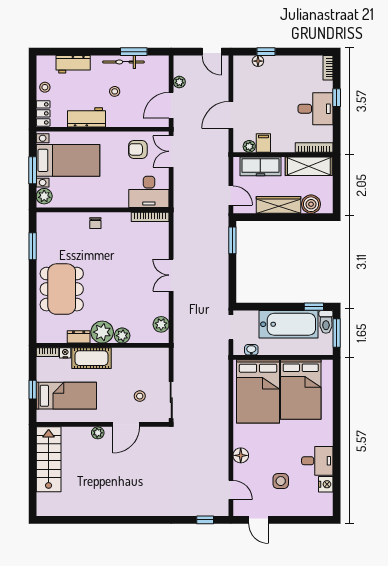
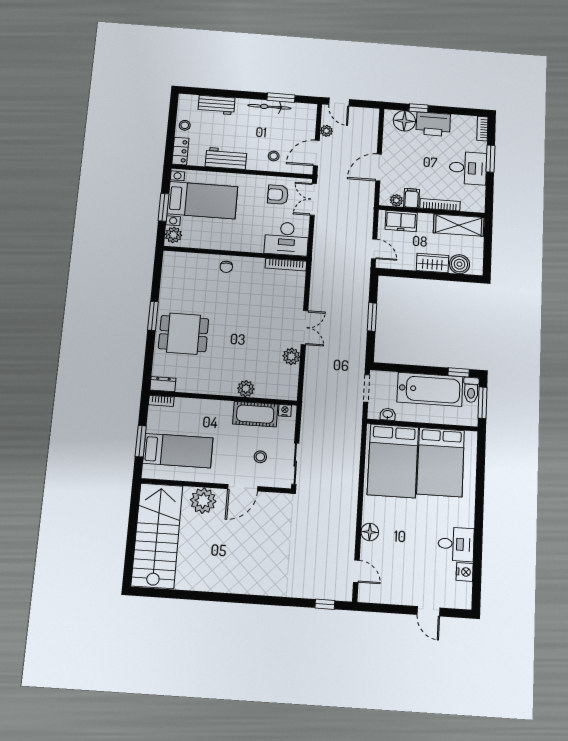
door: (212, 52) -> (339, 102), moved
floor lamp: (258, 61) -> (404, 121), width x1.89, depth x1.89
printer: (281, 67) -> (433, 124), added
stool: (115, 91) -> (274, 156), moved
window: (337, 98) -> (490, 159), width x1.50
bookcase: (314, 148) -> (440, 205), moved
freezer: (260, 166) -> (401, 221), width x0.71
wardrobe: (278, 205) -> (432, 263), width x0.67
window: (232, 240) -> (372, 317), moved
window: (33, 246) -> (153, 316), moved
double door: (171, 275) -> (305, 328), swing flipped
dining table: (62, 289) -> (183, 334), width x0.73
plant: (161, 324) -> (291, 356), moved
plant: (102, 332) -> (224, 383), removed
dresser: (79, 337) -> (163, 384), moved
nightstand: (65, 353) -> (285, 410), moved
cot: (92, 358) -> (255, 414), moved
window: (33, 390) -> (141, 441), width x1.50
plant: (98, 433) -> (203, 501), width x1.88, depth x1.88
stairs: (49, 459) -> (157, 536), width x1.36, depth x1.51
side table: (281, 481) -> (414, 565), removed
door: (259, 520) -> (428, 611), moved

